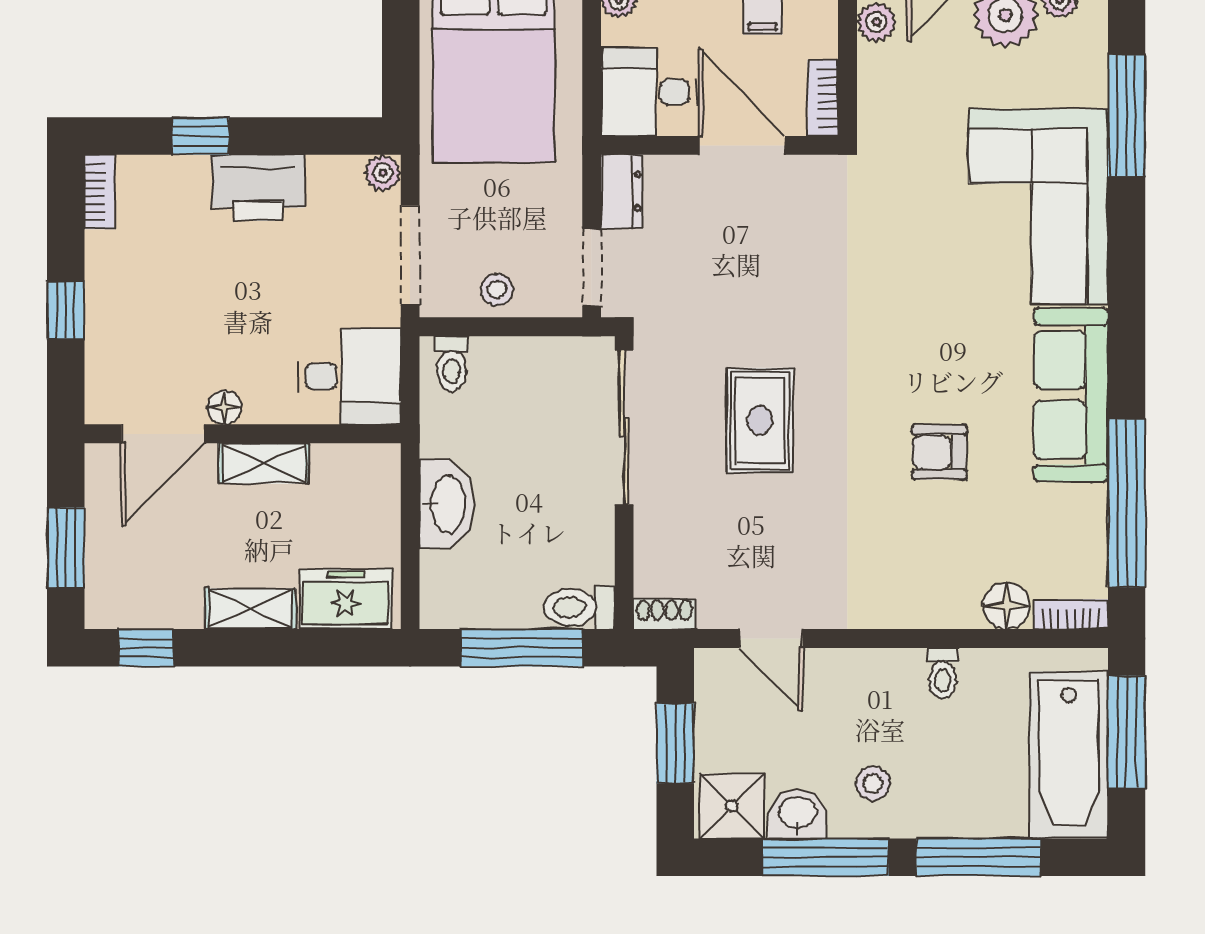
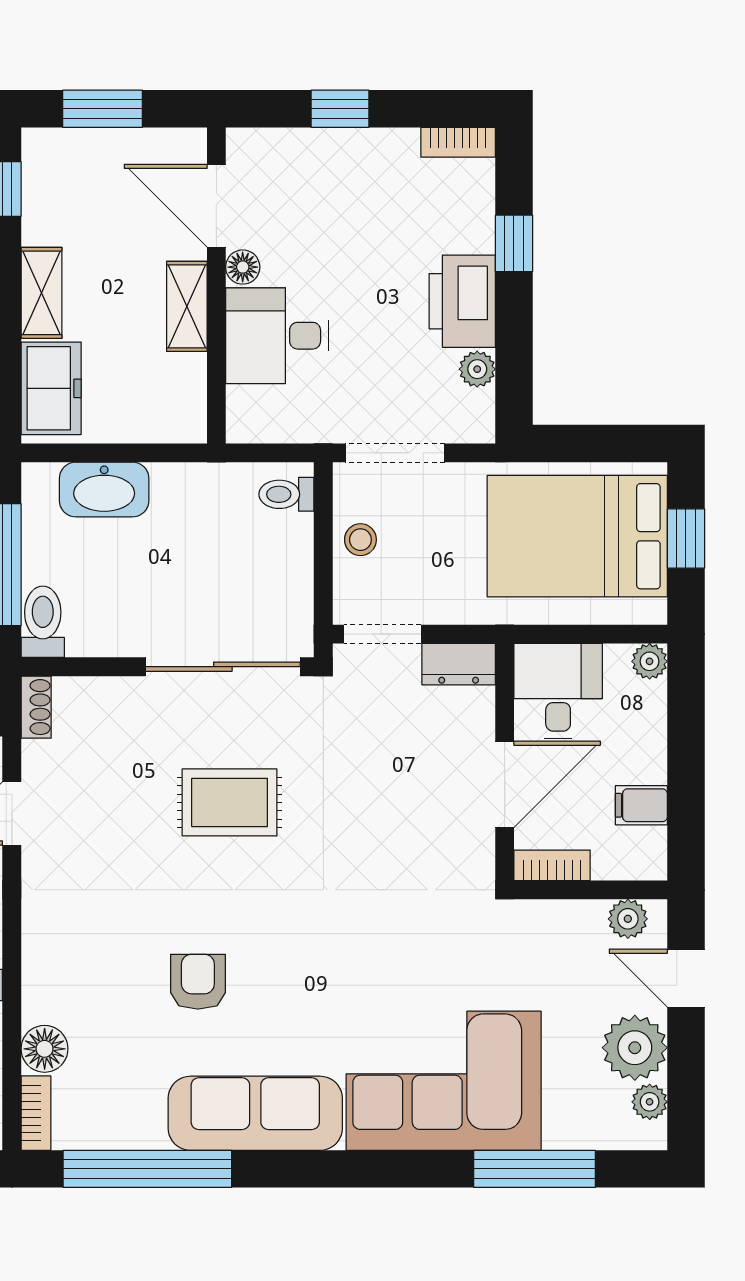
plant: (383, 173) -> (477, 369), moved
desk: (349, 377) -> (277, 336), moved, turned 90
washbasin: (447, 504) -> (104, 489), moved

